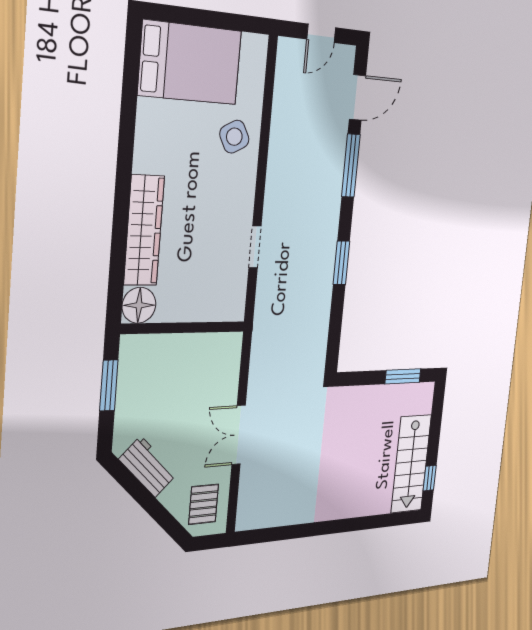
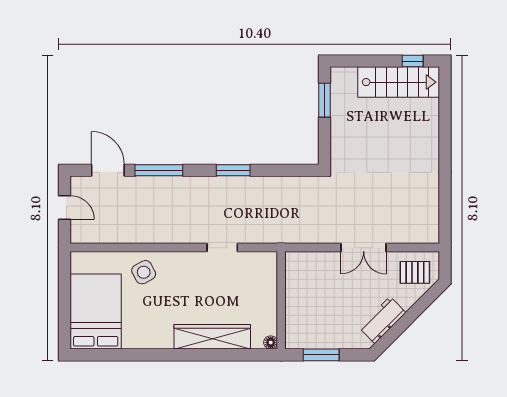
floor lamp: (139, 305) -> (271, 342), width x0.53, depth x0.53

